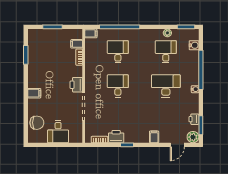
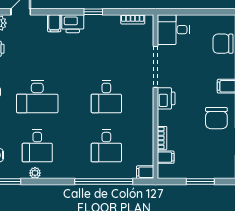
chair: (41, 71) -> (216, 118), added
desk: (58, 132) -> (173, 30), moved, turned -90
printer: (116, 137) -> (73, 24), moved

